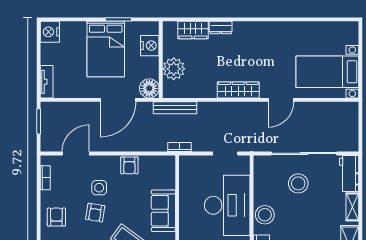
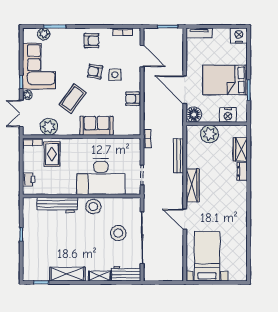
bench: (175, 108) -> (178, 156), moved

